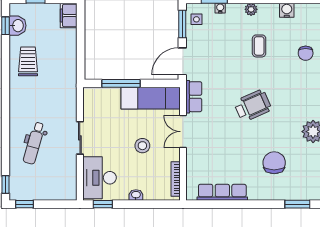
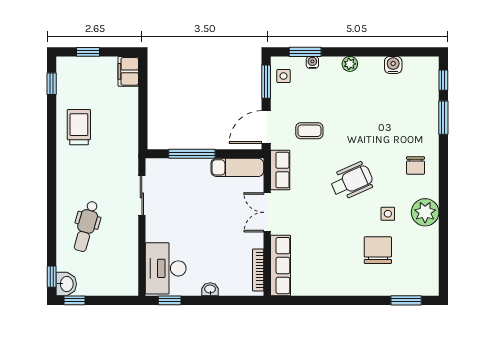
washbasin: (18, 26) -> (66, 284), moved
coffee table: (259, 46) -> (309, 131), moved, turned 90
chair: (306, 53) -> (416, 165), moved
exam couch: (151, 98) -> (237, 167), width x0.73, depth x0.69
side table: (282, 133) -> (388, 214), added
sliding door: (80, 138) -> (142, 195), moved
stool: (142, 146) -> (218, 229), removed
row of seats: (222, 192) -> (281, 266), moved, turned 90

